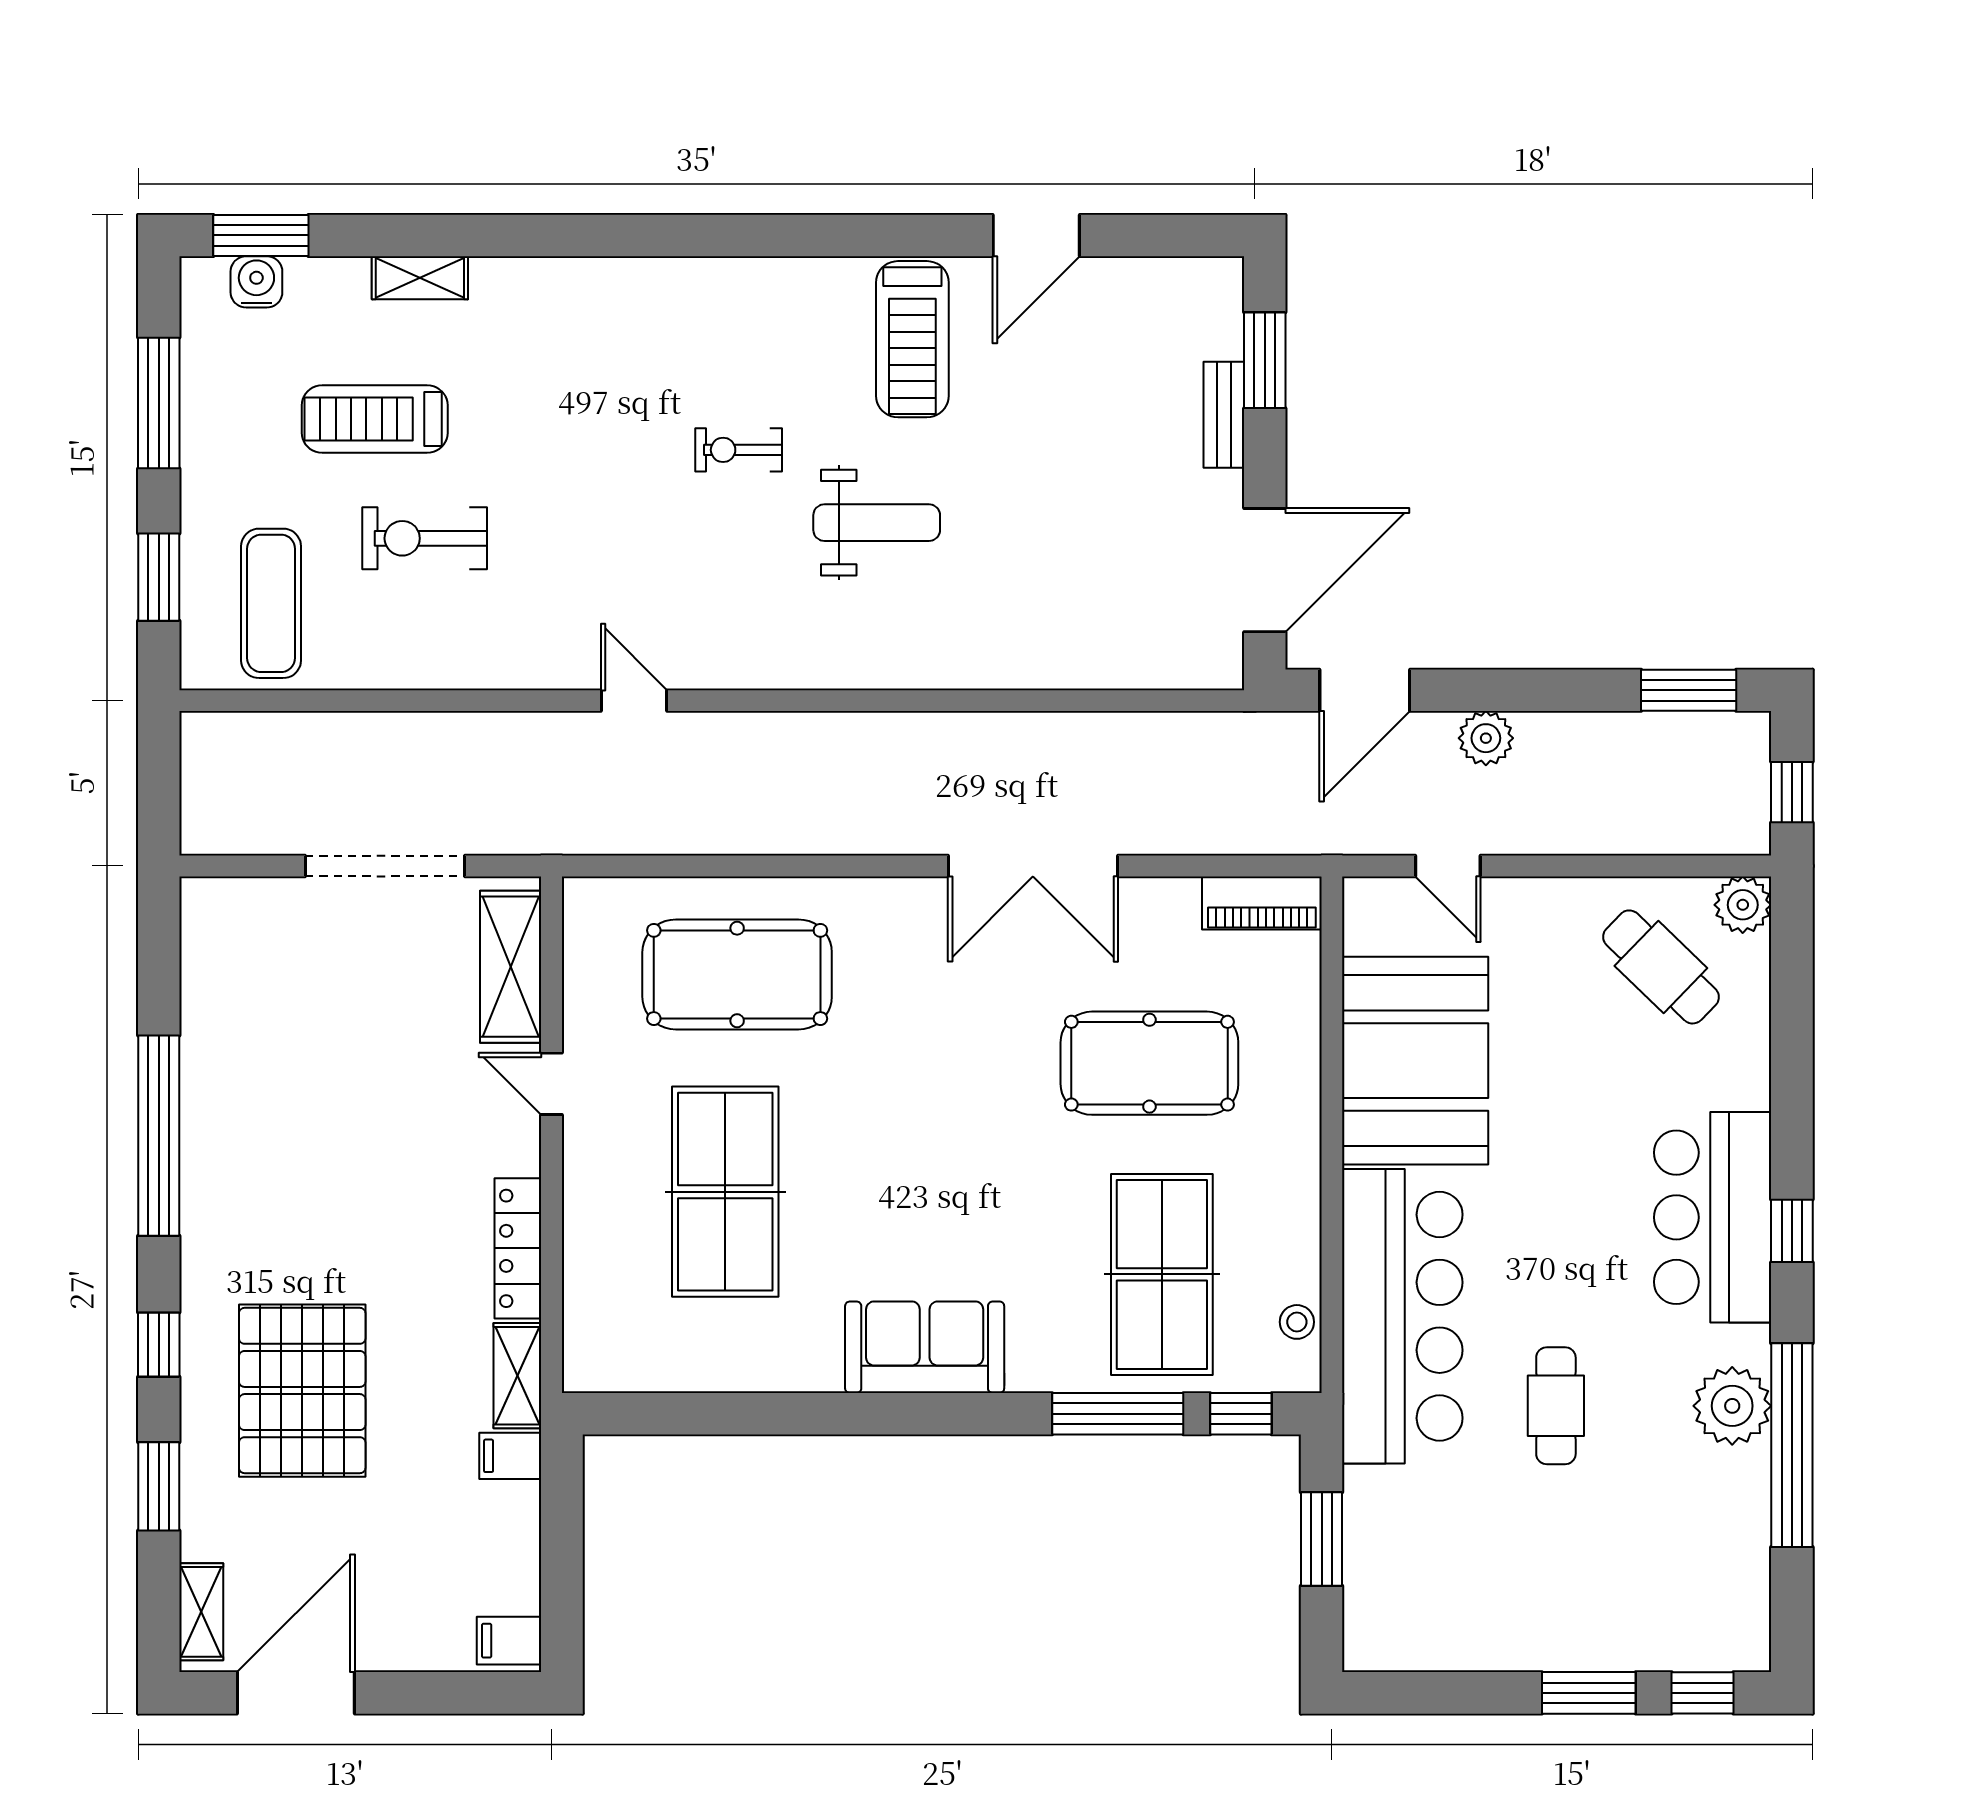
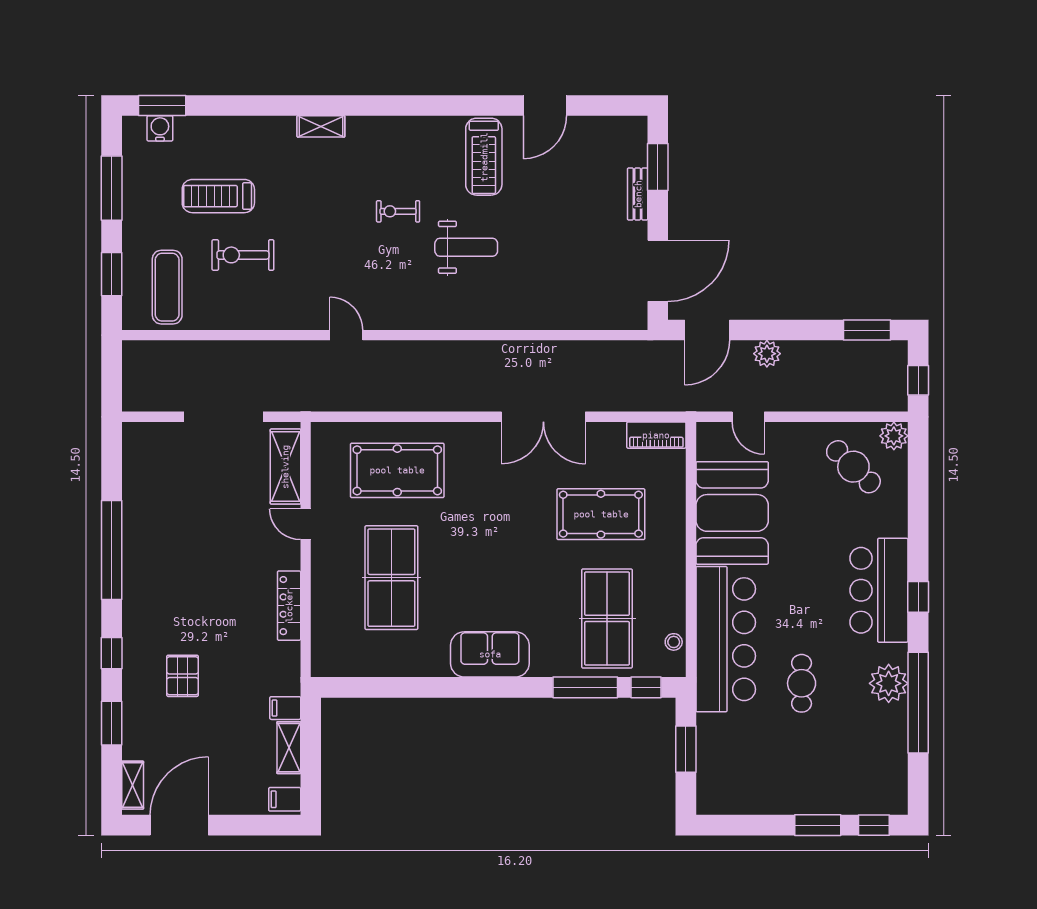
shelving: (420, 278) -> (321, 126), moved
shelving: (517, 1376) -> (289, 748), moved
pallet: (302, 1391) -> (183, 676), width x0.49, depth x0.50

